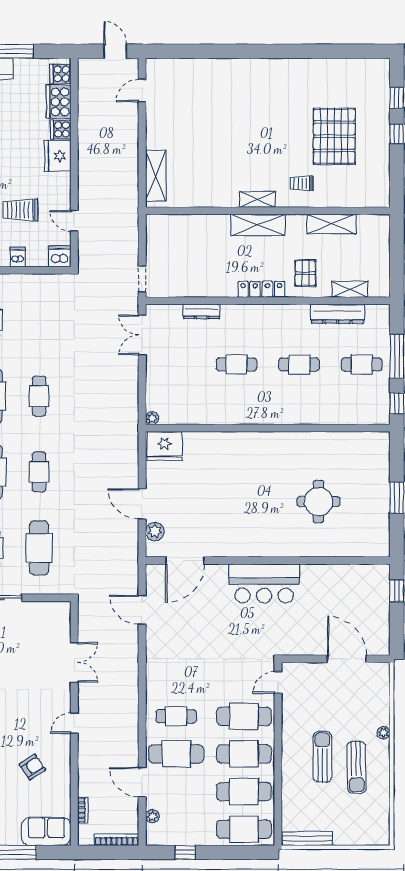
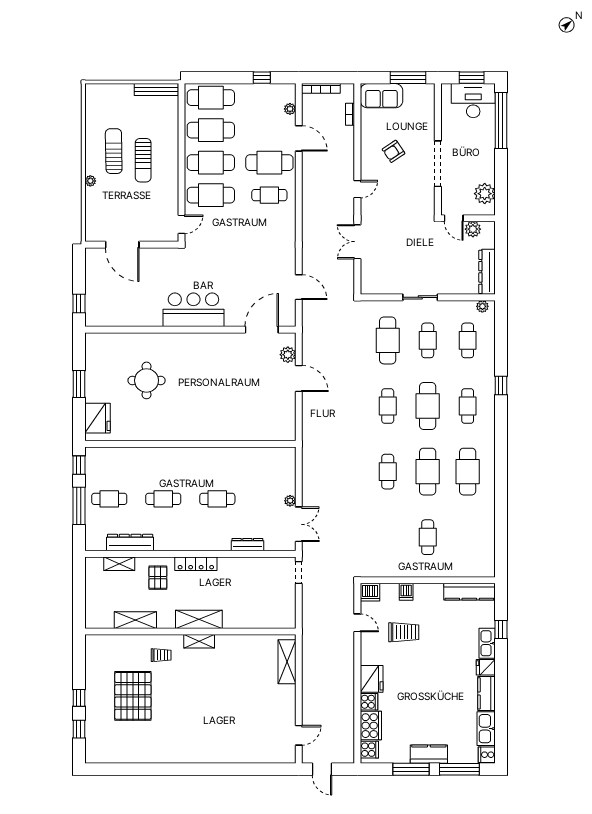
plant: (152, 418) -> (290, 501), moved
fridge: (164, 446) -> (97, 418), moved, turned 90

